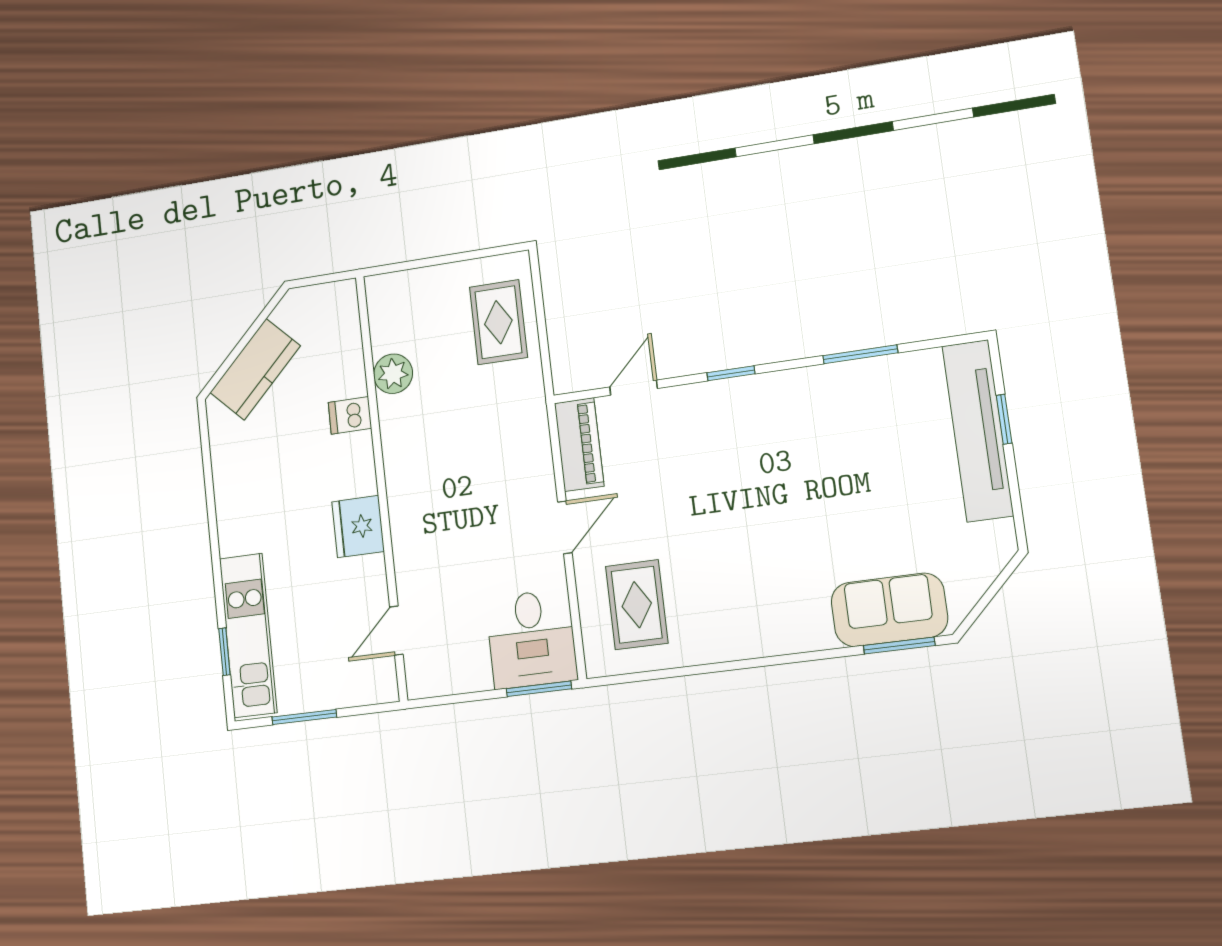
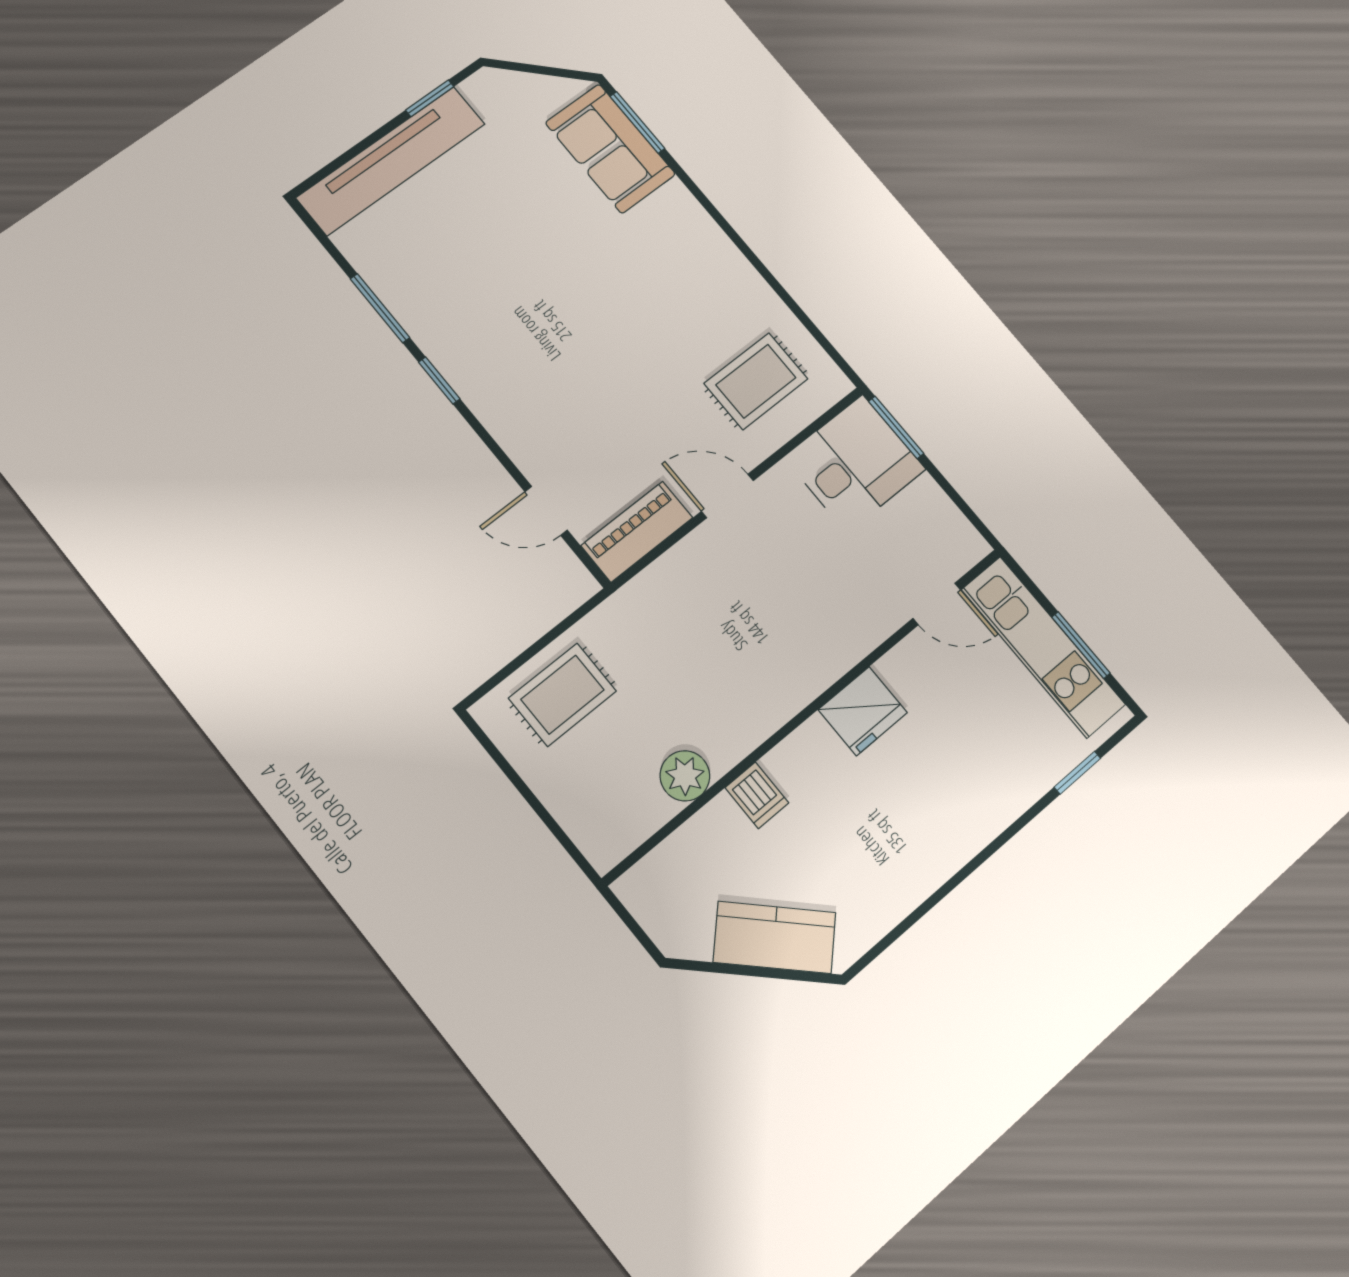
window: (731, 373) -> (439, 380), moved
window: (1004, 419) -> (430, 98), moved
kitchen unit: (248, 635) -> (1043, 647), moved, turned -90

